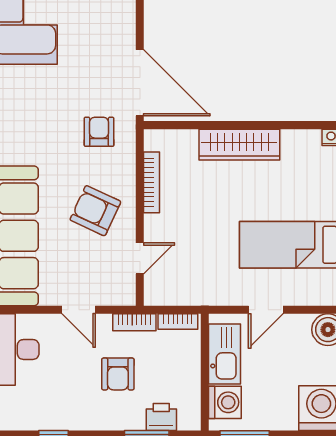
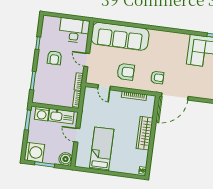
armchair: (95, 211) -> (126, 72), turned 65
door: (79, 310) -> (87, 60), hinge flipped
armchair: (118, 374) -> (54, 58), moved, turned -90
printer: (161, 417) -> (39, 87), removed

